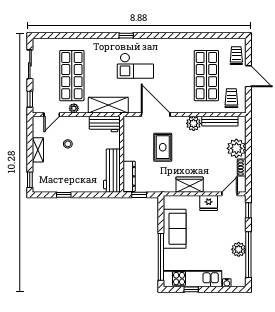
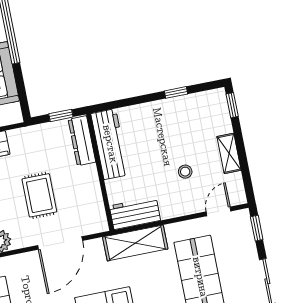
plant: (74, 108) -> (187, 228), removed
door: (156, 115) -> (60, 243), hinge flipped

